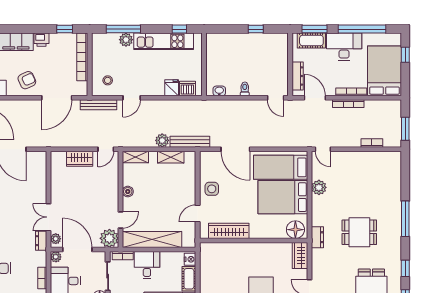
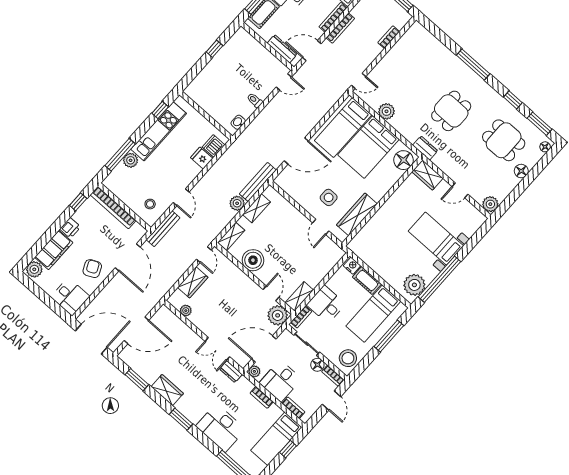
side table: (212, 189) -> (329, 197), moved
boiler: (128, 192) -> (253, 260), width x1.86, depth x1.86
plant: (56, 239) -> (186, 311), moved
shelving: (152, 239) -> (299, 296), width x0.45, depth x0.75

